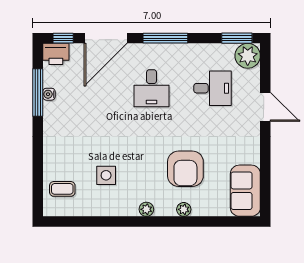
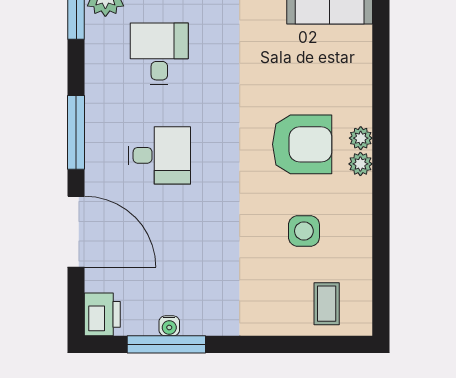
window: (63, 38) -> (76, 302), removed
armchair: (185, 169) -> (302, 144), moved
plant: (184, 209) -> (361, 138), moved

